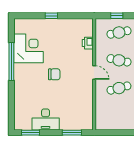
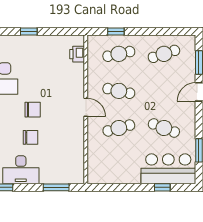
printer: (88, 43) -> (77, 54), moved
chair: (53, 95) -> (31, 137), added

